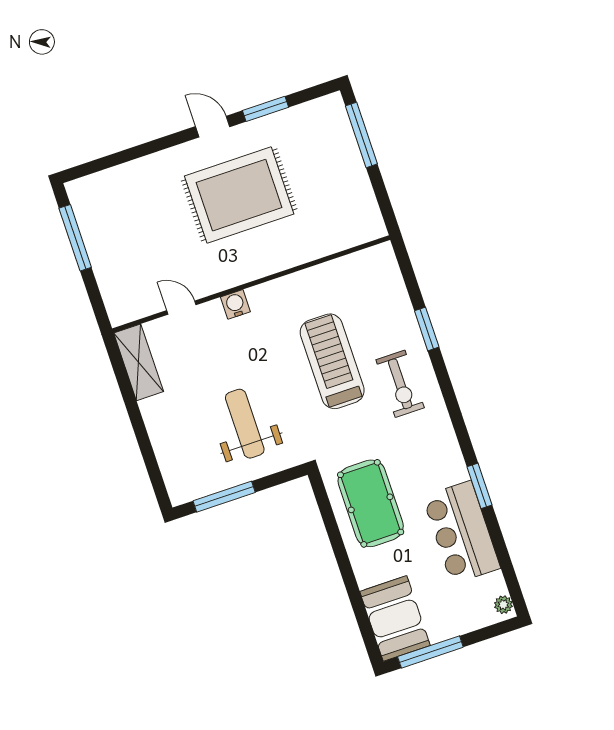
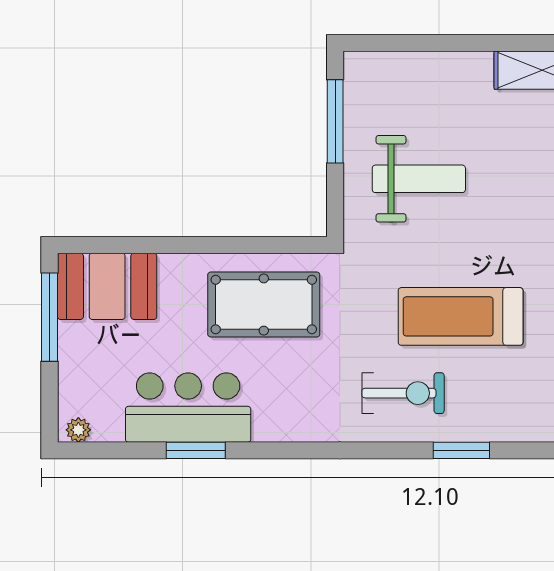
treadmill: (332, 361) -> (461, 316), turned 180
exercise bike: (400, 384) -> (403, 393), turned 180
window: (480, 486) -> (196, 450), moved

